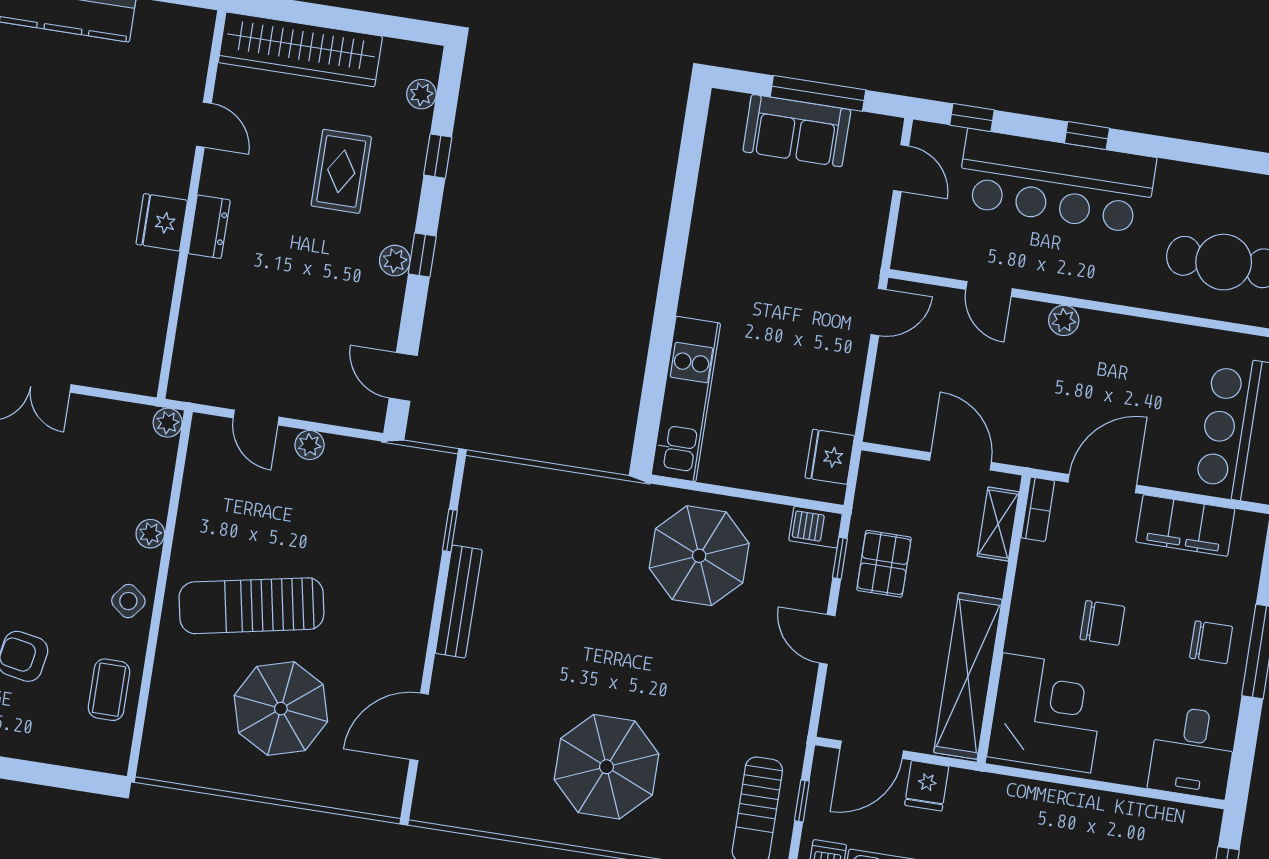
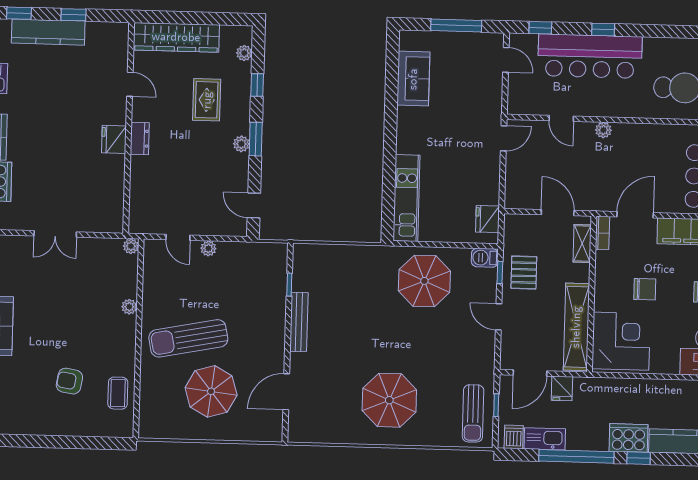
sofa: (797, 131) -> (413, 79), moved, turned -90
window: (422, 255) -> (256, 139), width x1.50
side table: (128, 601) -> (122, 344), removed

